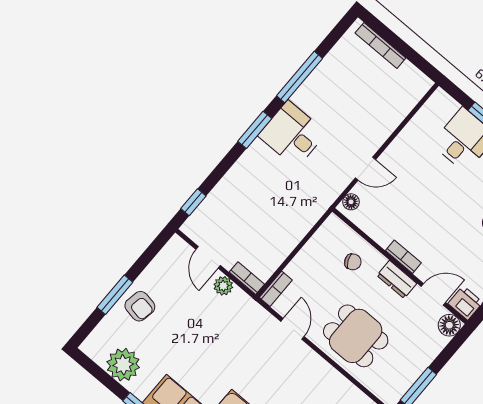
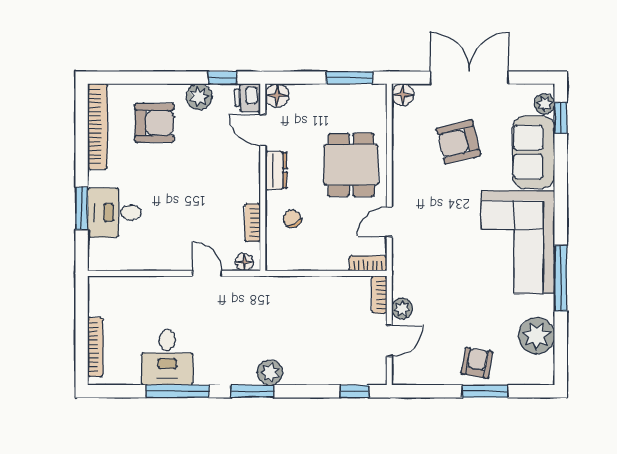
desk: (292, 134) -> (167, 357), moved
plant: (257, 154) -> (270, 373), added
bookcase: (403, 257) -> (253, 223), moved

